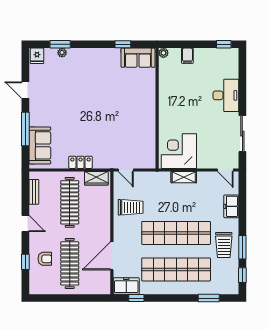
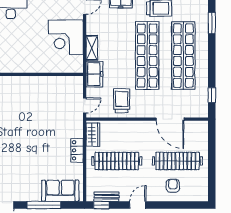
corner desk: (179, 151) -> (66, 37), moved
window: (25, 262) -> (101, 205), moved
freezer: (126, 286) -> (94, 74), moved, turned 180

